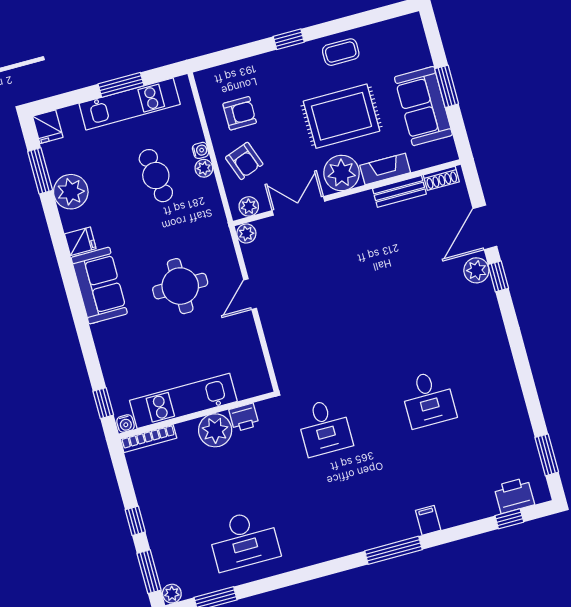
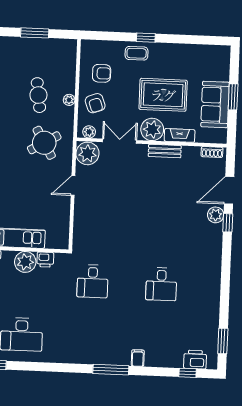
coffee table: (341, 52) -> (137, 53), moved
kitchen unit: (130, 104) -> (36, 46), removed
water cooler: (201, 150) -> (71, 88), removed
bench: (399, 191) -> (165, 151), moved
plant: (246, 233) -> (88, 153), width x1.88, depth x1.88
round table: (180, 286) -> (44, 143), moved, turned -30

